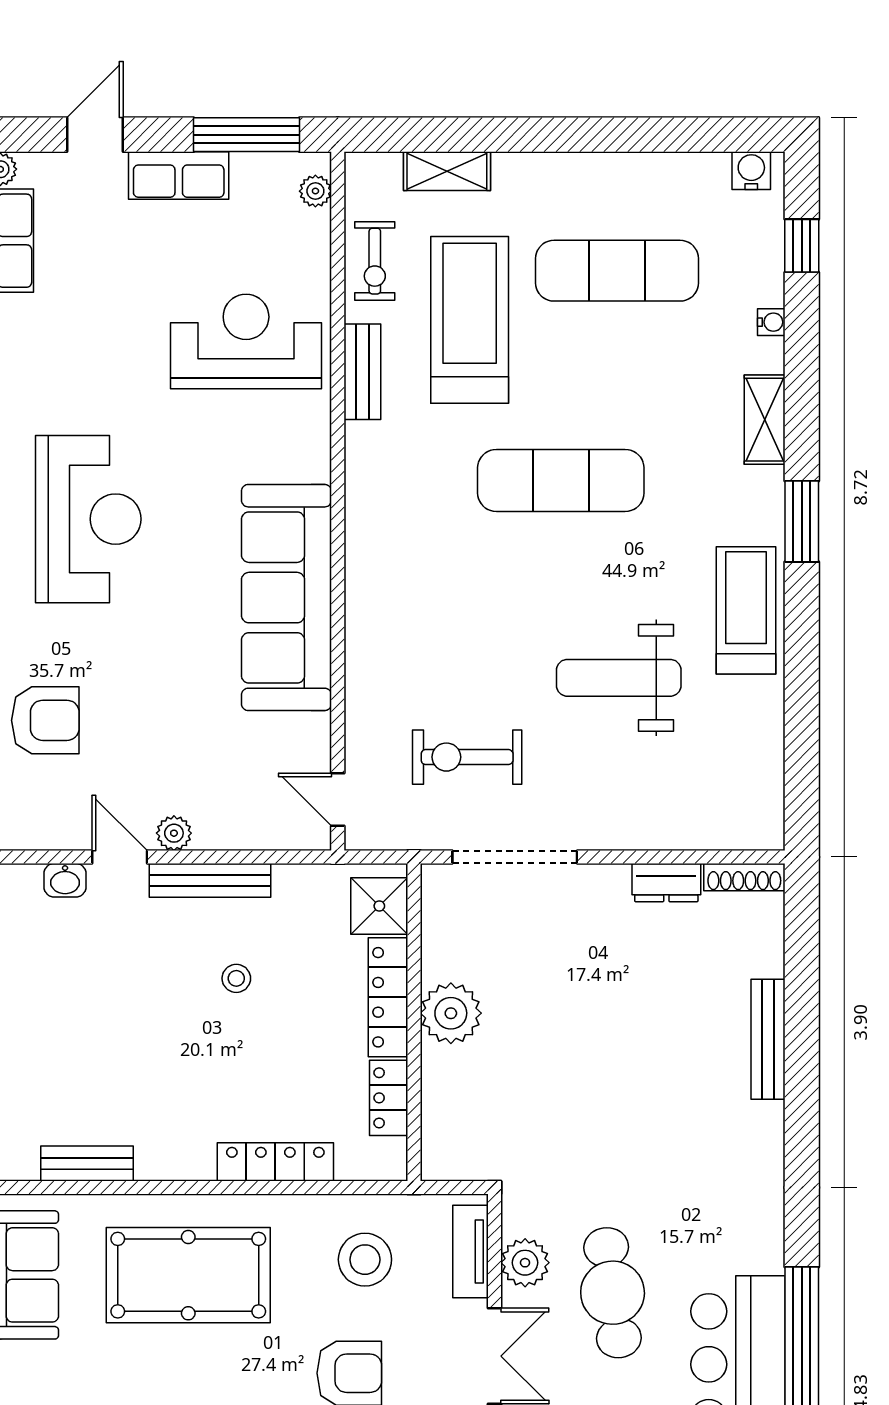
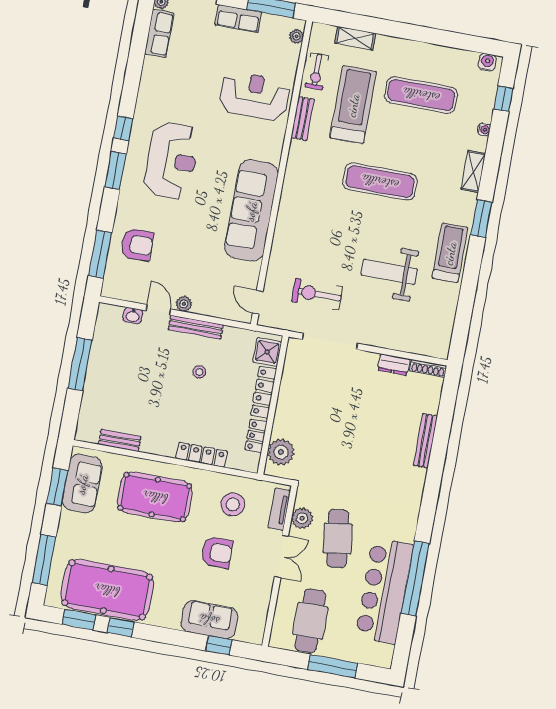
plant: (451, 1013) -> (281, 452), moved

